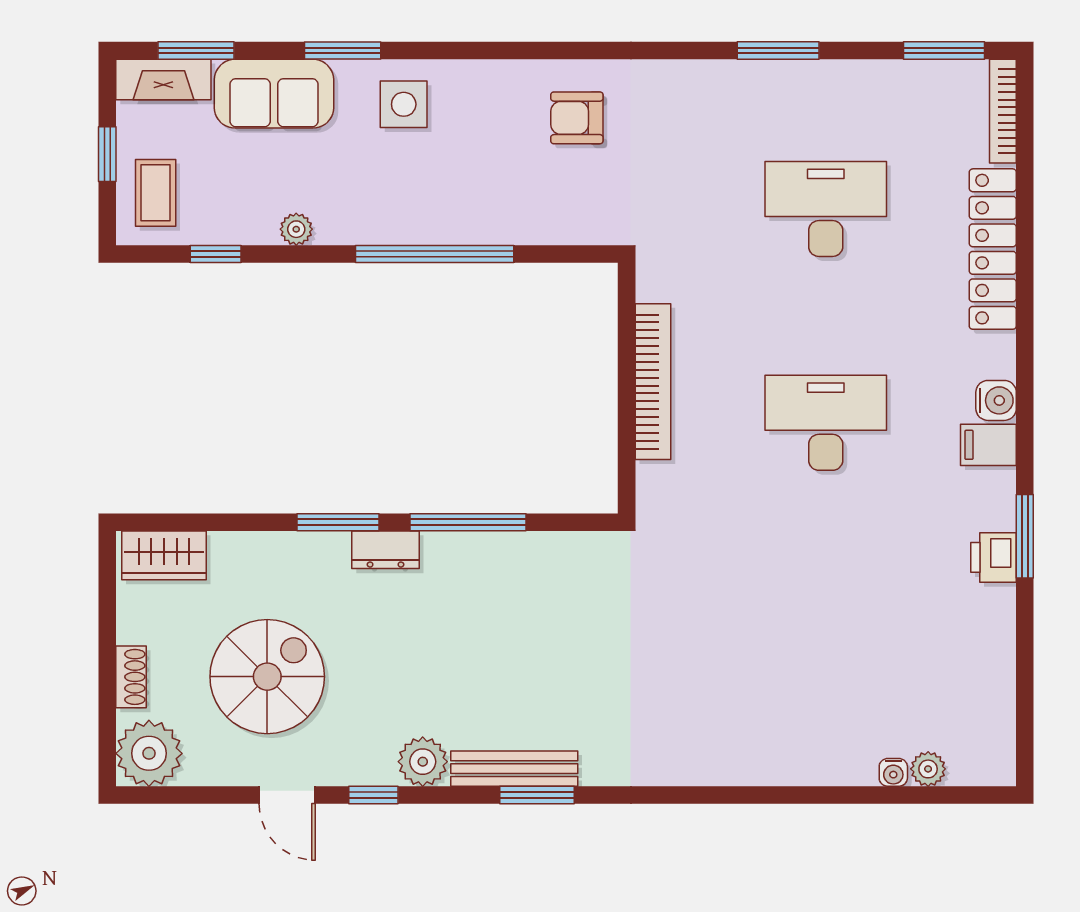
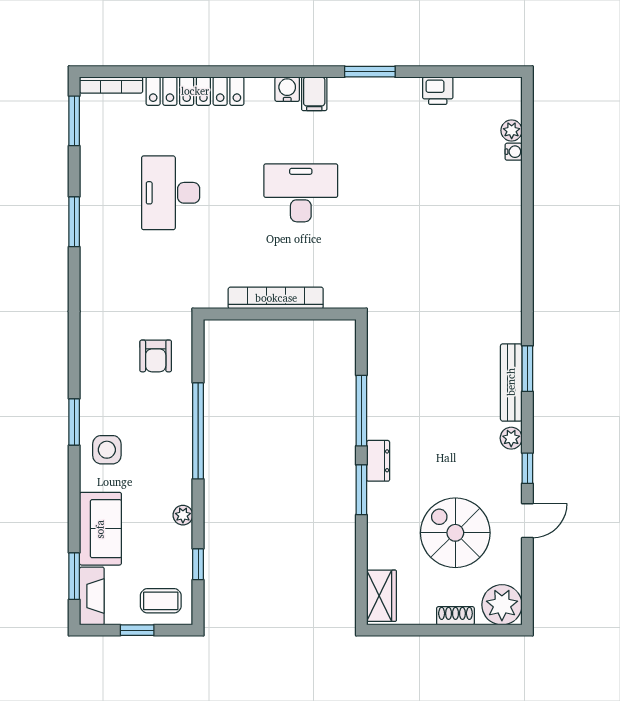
window: (343, 51) -> (74, 422), moved
armchair: (577, 118) -> (156, 356), moved
desk: (826, 423) -> (301, 193), turned 90
printer: (993, 557) -> (438, 91), moved
plant: (423, 762) -> (511, 438), width x0.73, depth x0.73

